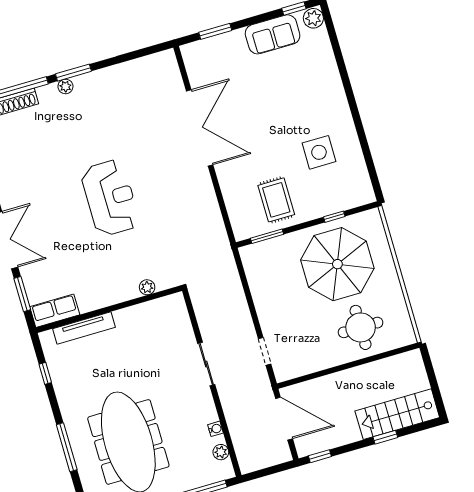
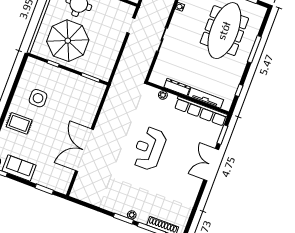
rug: (276, 200) -> (19, 123), moved, turned 90
row of seats: (55, 311) -> (201, 111), width x2.02
dresser: (135, 313) -> (177, 87), added

